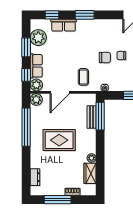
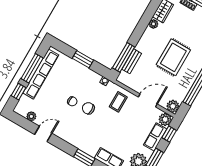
rug: (59, 140) -> (173, 57), turned 90

